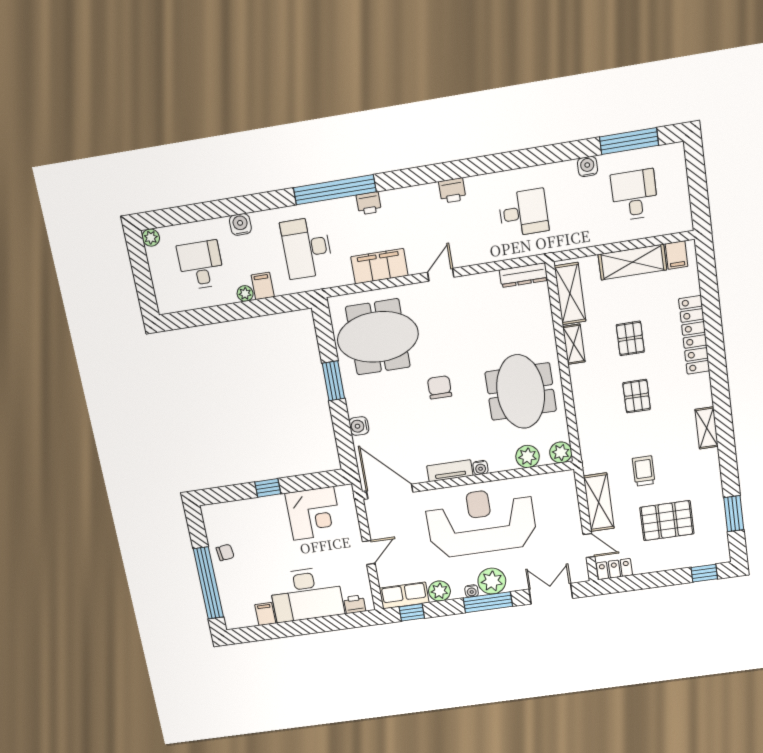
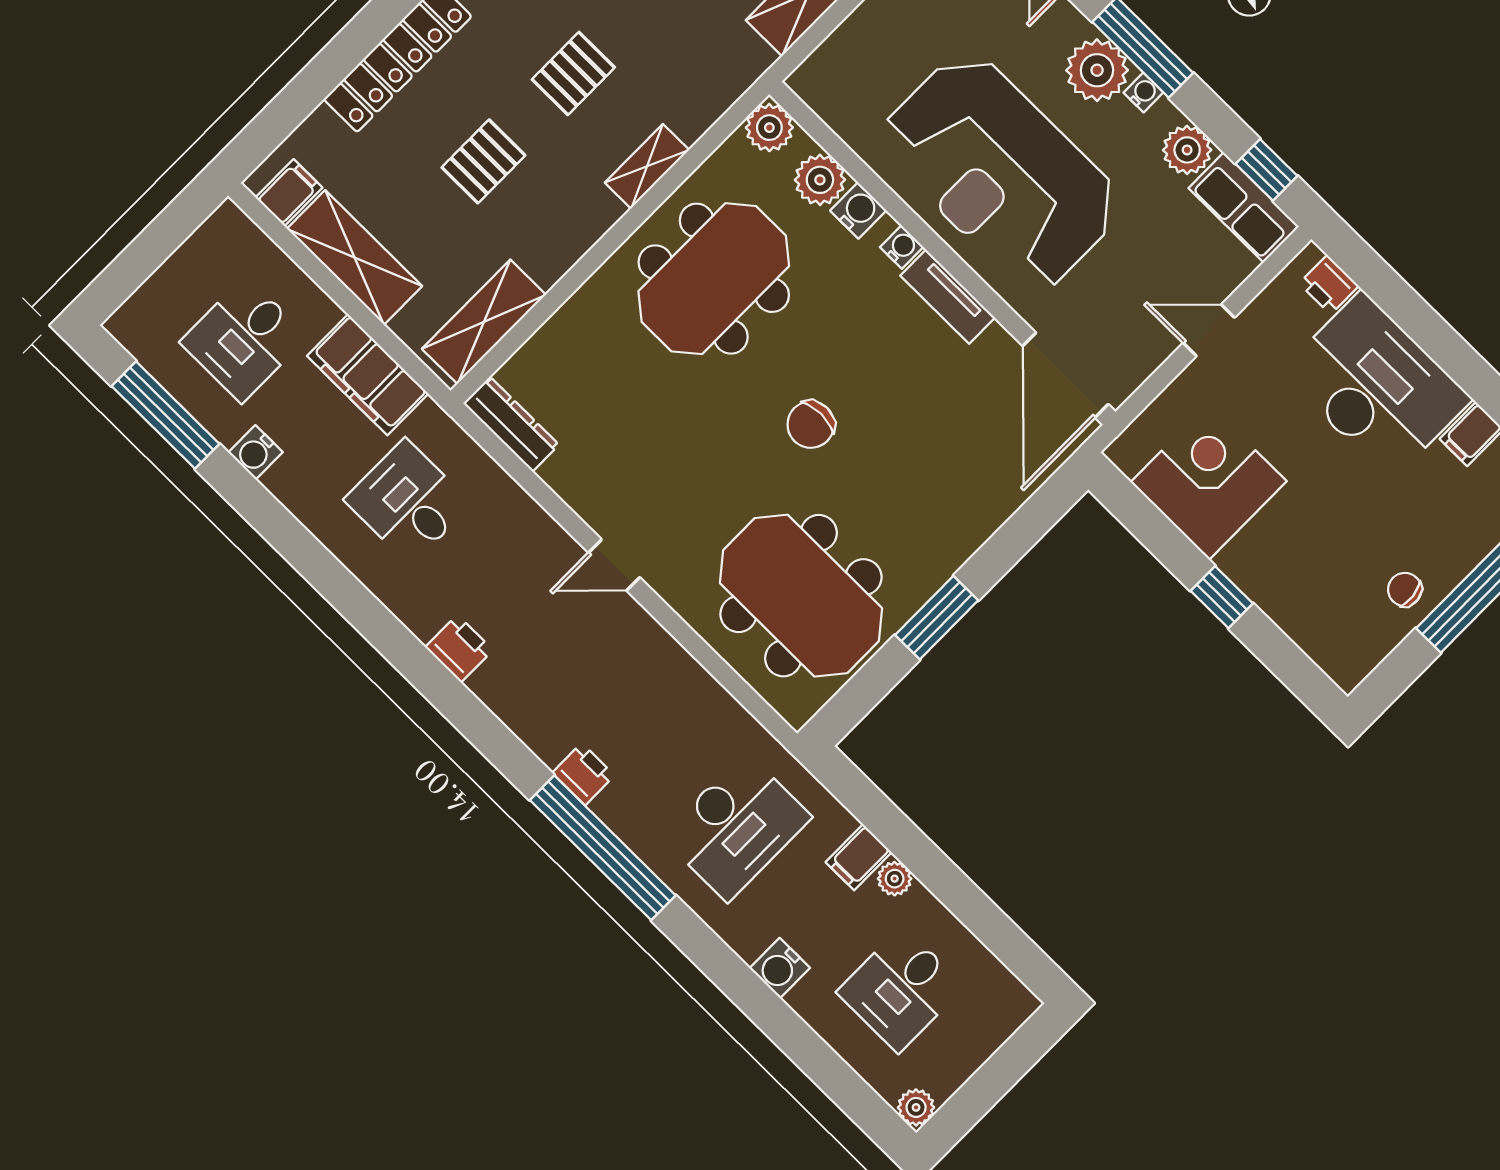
filing cabinet: (379, 266) -> (368, 375), moved
shelving: (574, 344) -> (647, 166), moved
water cooler: (359, 426) -> (858, 210), moved, turned -90

